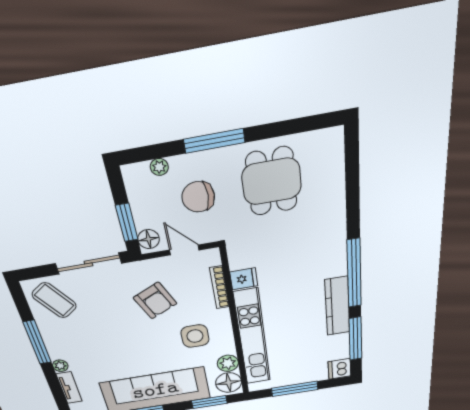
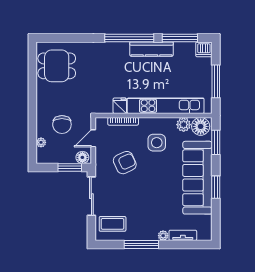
window: (214, 141) -> (32, 111), removed
dining table: (272, 182) -> (57, 66), moved
coffee table: (54, 300) -> (113, 224), turned 35

